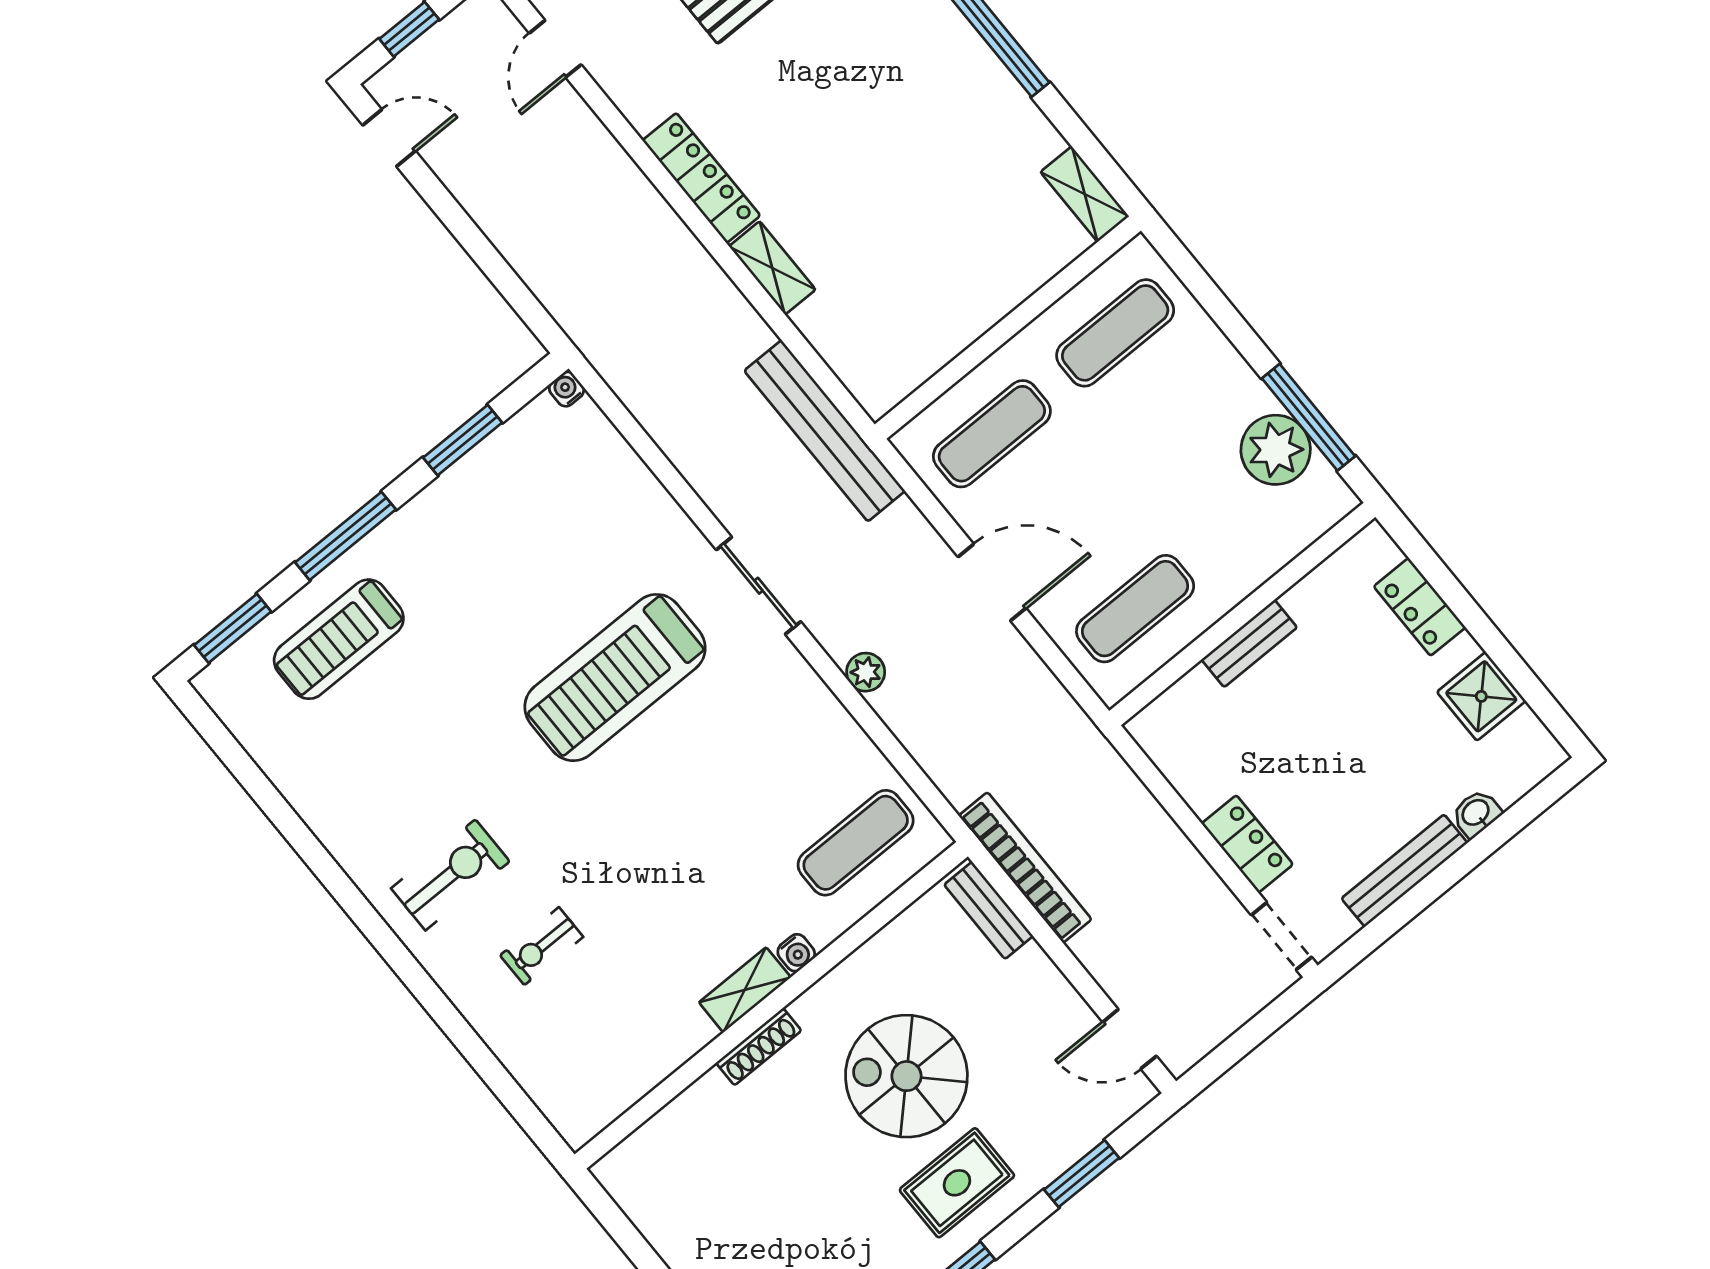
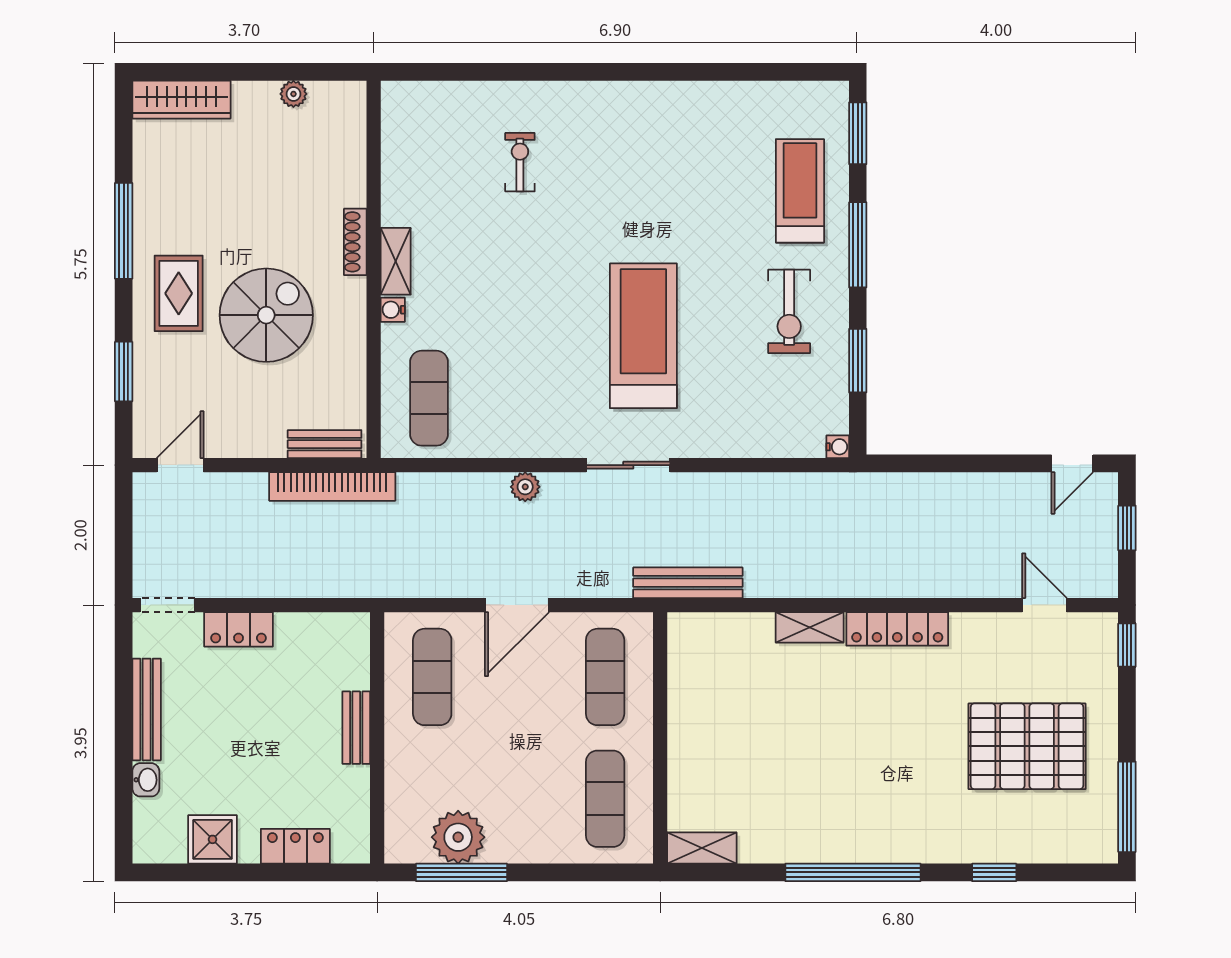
bench: (825, 431) -> (688, 583), width x0.73, depth x0.82
exercise bike: (450, 875) -> (789, 311), moved
plant: (660, 1232) -> (293, 94), added

